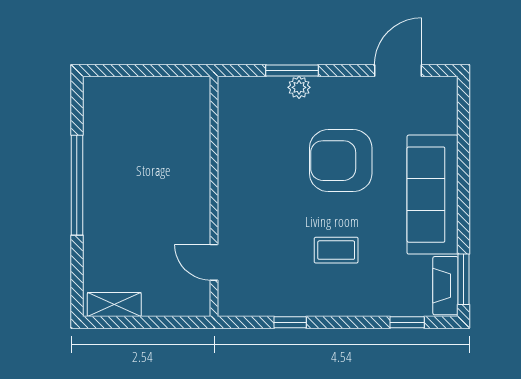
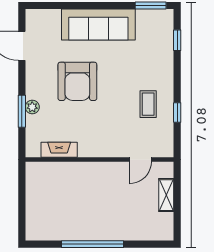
coffee table: (336, 250) -> (148, 104), moved
fireplace: (445, 286) -> (59, 150), moved, turned 180
shelving: (114, 305) -> (166, 195), moved

